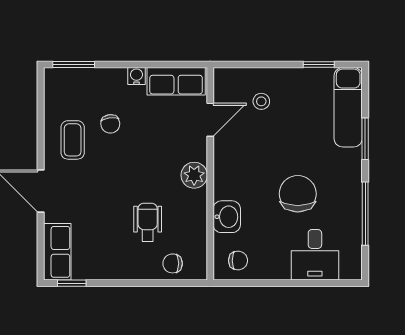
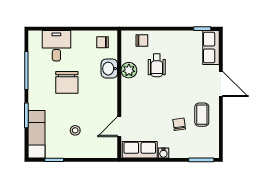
stool: (261, 101) -> (75, 130), moved
plant: (194, 175) -> (129, 70), moved

